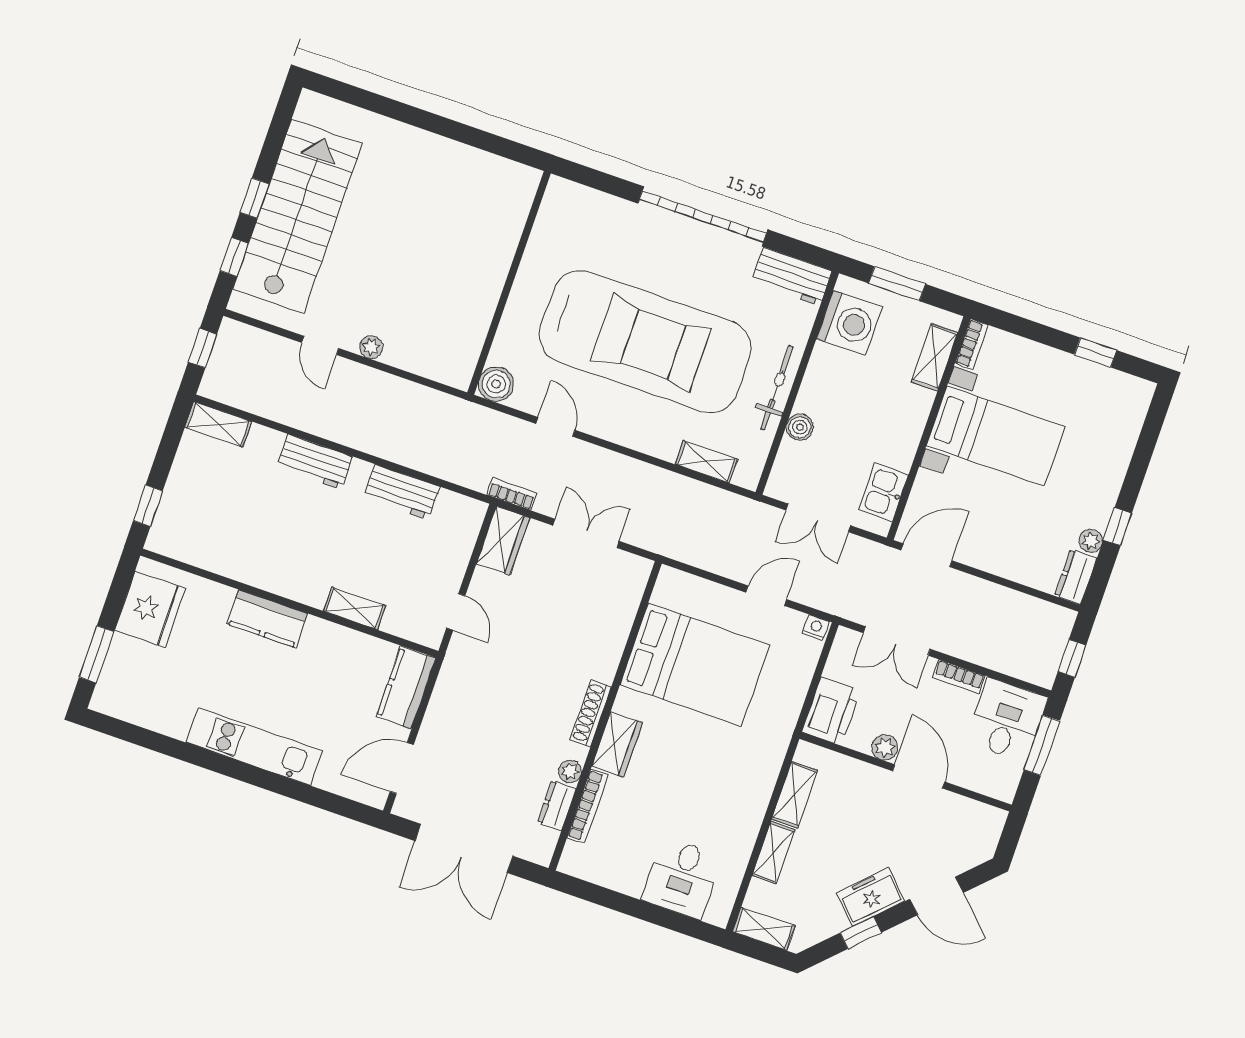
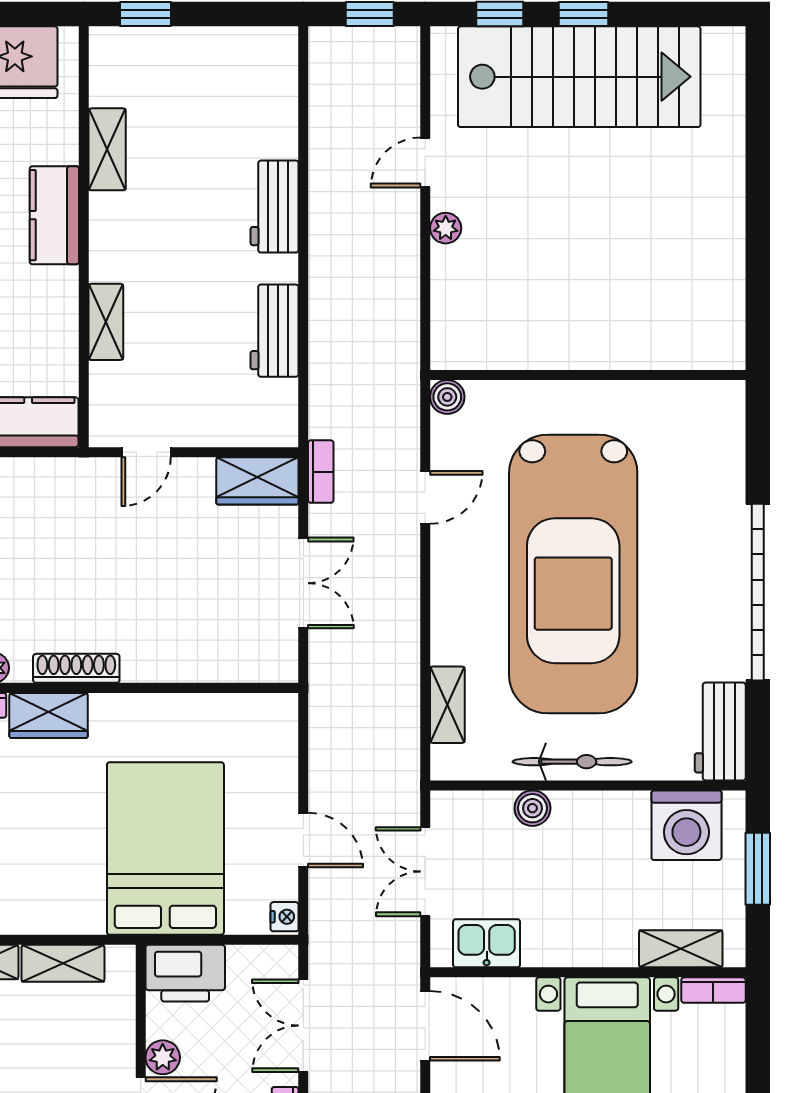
boiler: (496, 384) -> (447, 397), width x0.73, depth x0.73
shelving: (218, 424) -> (107, 149), moved
bed: (695, 665) -> (165, 849), moved, turned 180

